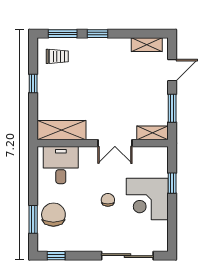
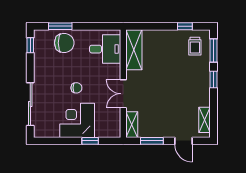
window: (33, 83) -> (185, 26), moved

